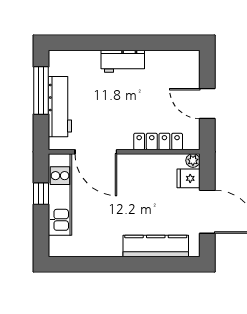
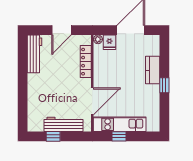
workbench: (123, 61) -> (35, 54), moved, width x1.37
window: (41, 90) -> (53, 136), width x0.46
kitchen counter: (156, 246) -> (153, 70), width x0.67
window: (121, 264) -> (164, 85), added

